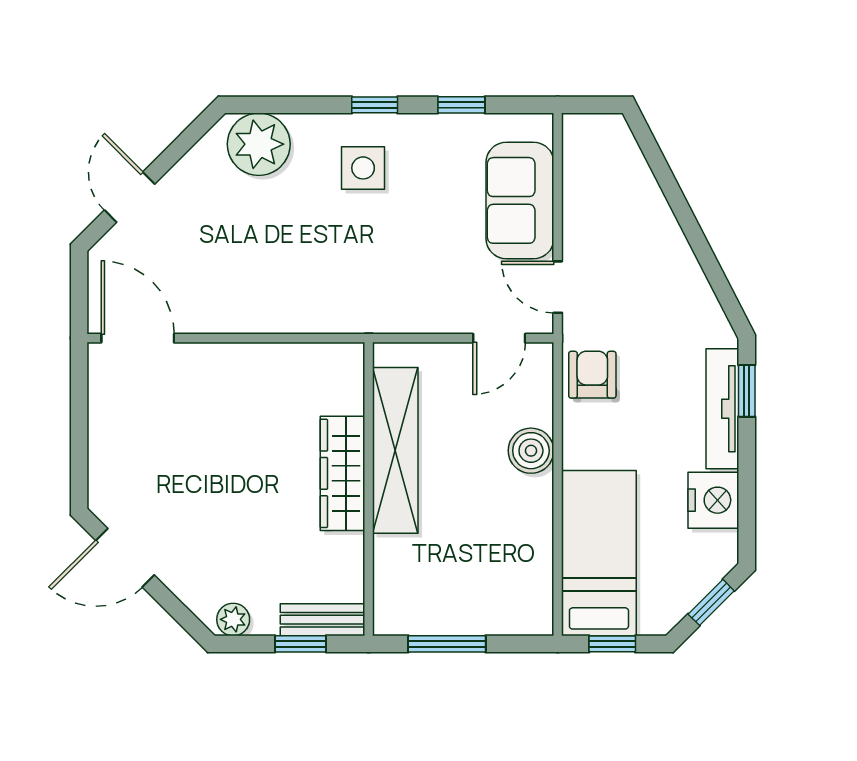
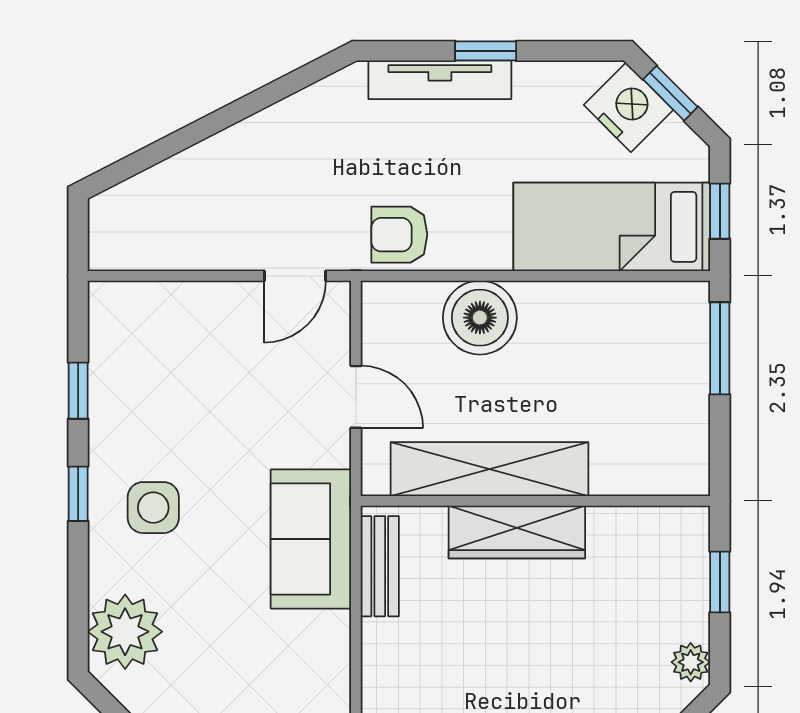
sofa: (520, 200) -> (311, 539), moved, turned 90
door: (499, 338) -> (356, 397), moved
window: (747, 391) -> (486, 51), moved
boiler: (531, 451) -> (480, 318), width x1.37, depth x1.37
nightstand: (713, 500) -> (629, 107), moved, turned 45
bench: (323, 620) -> (380, 566), moved
window: (447, 644) -> (720, 348), moved

